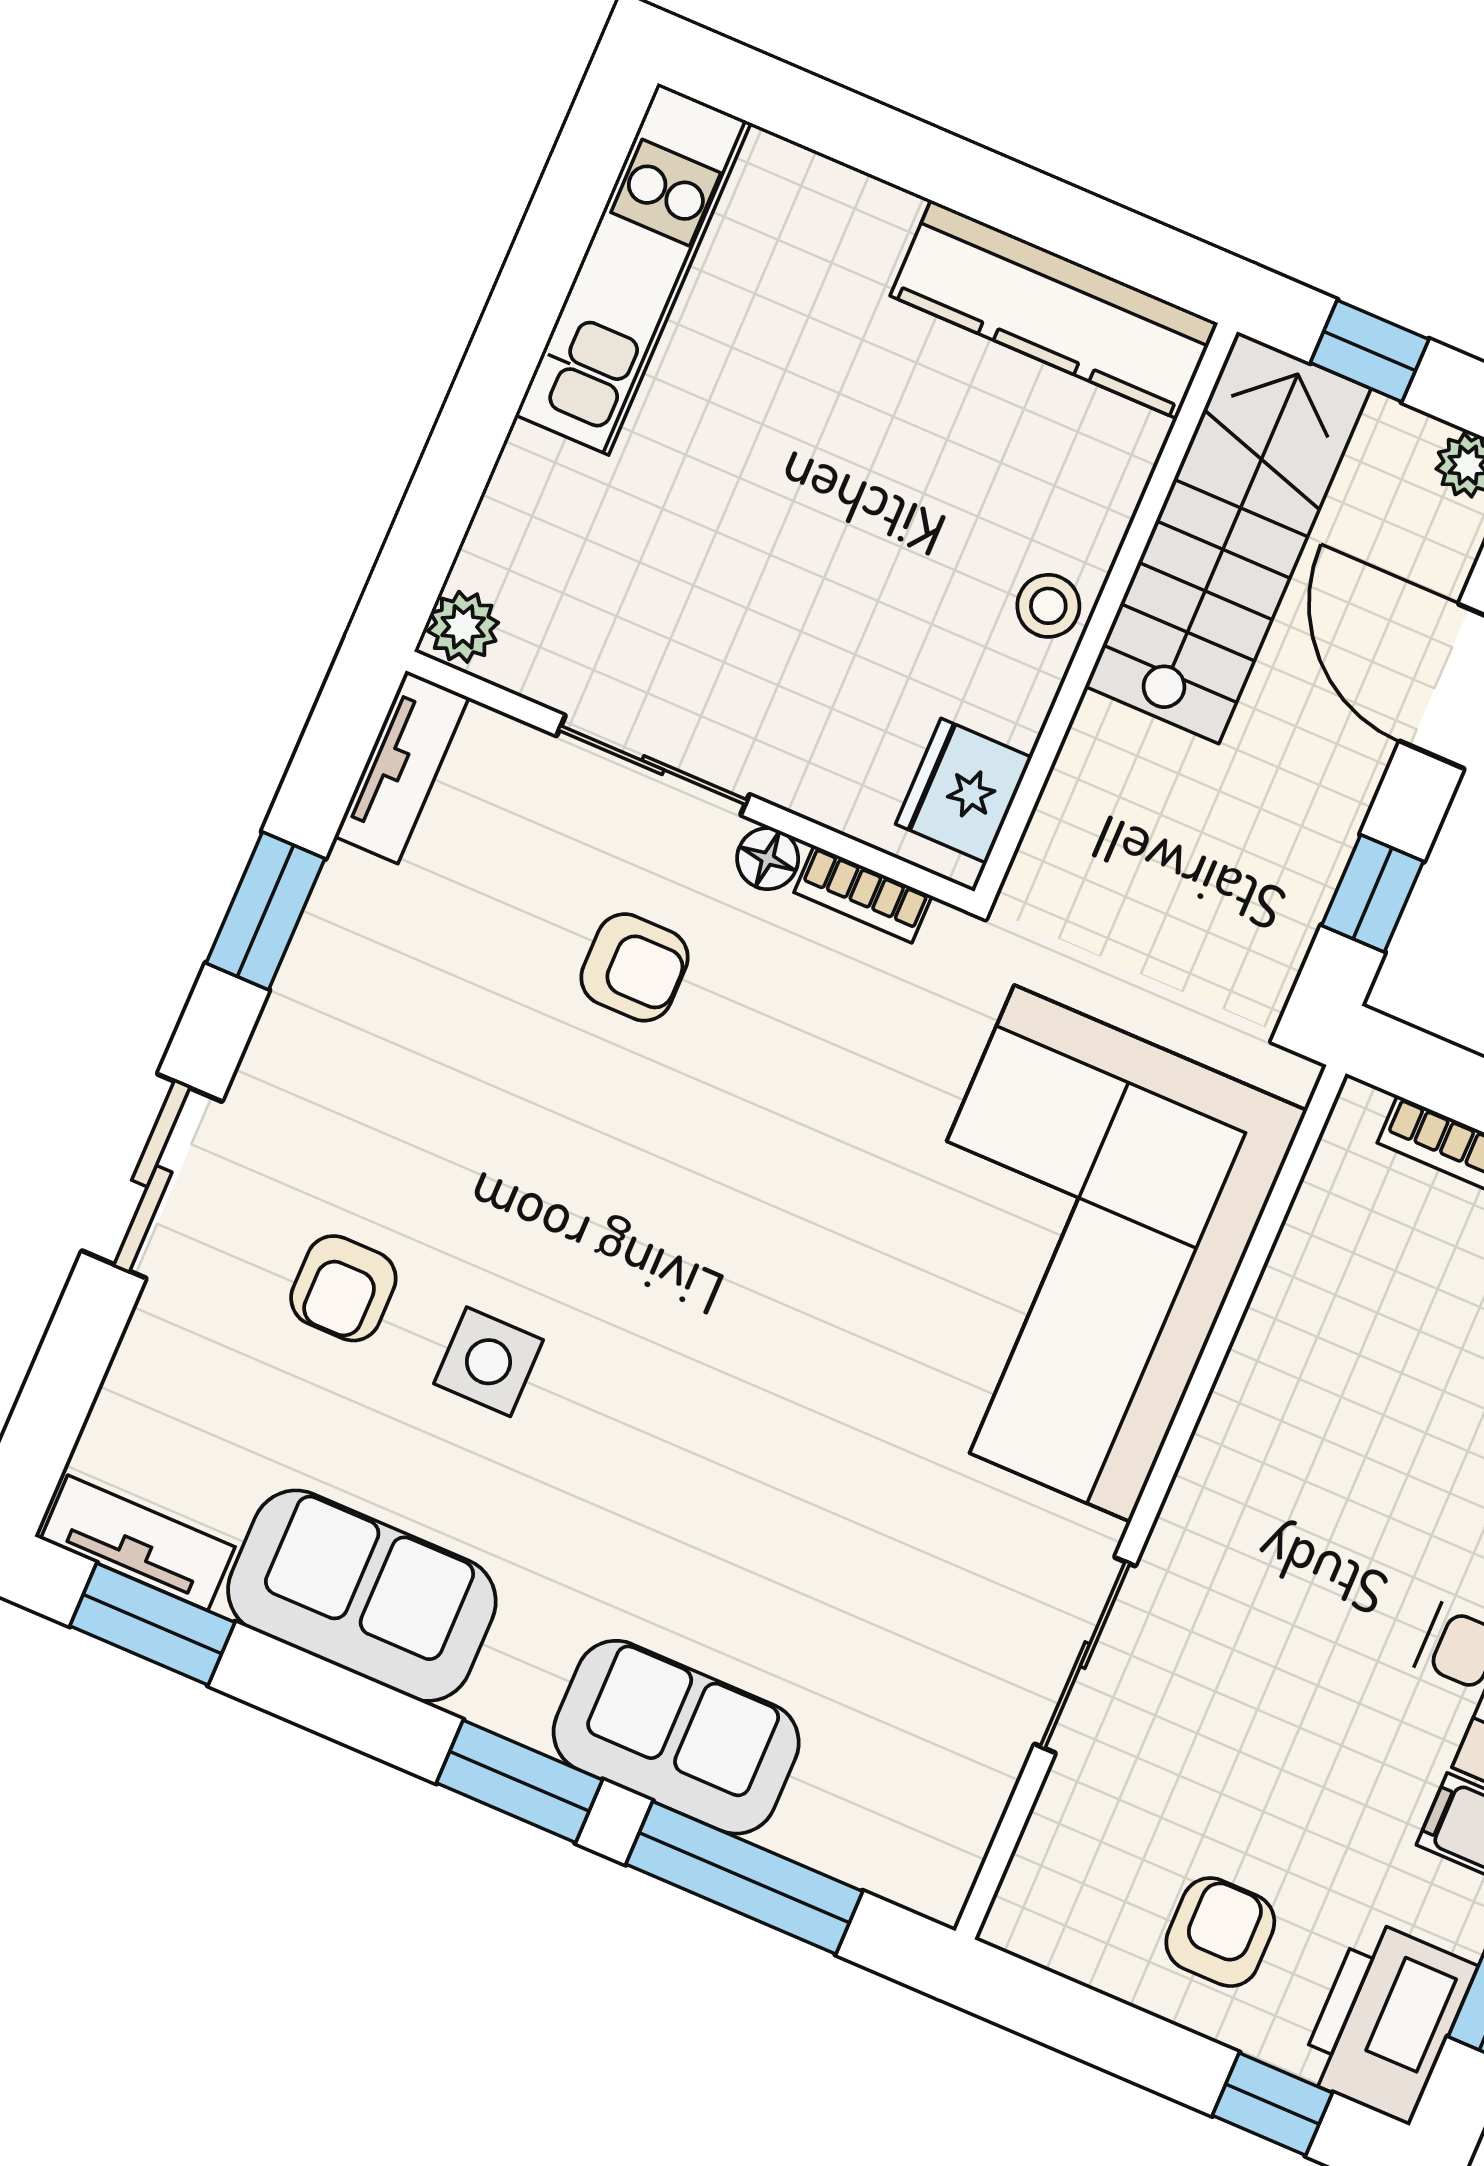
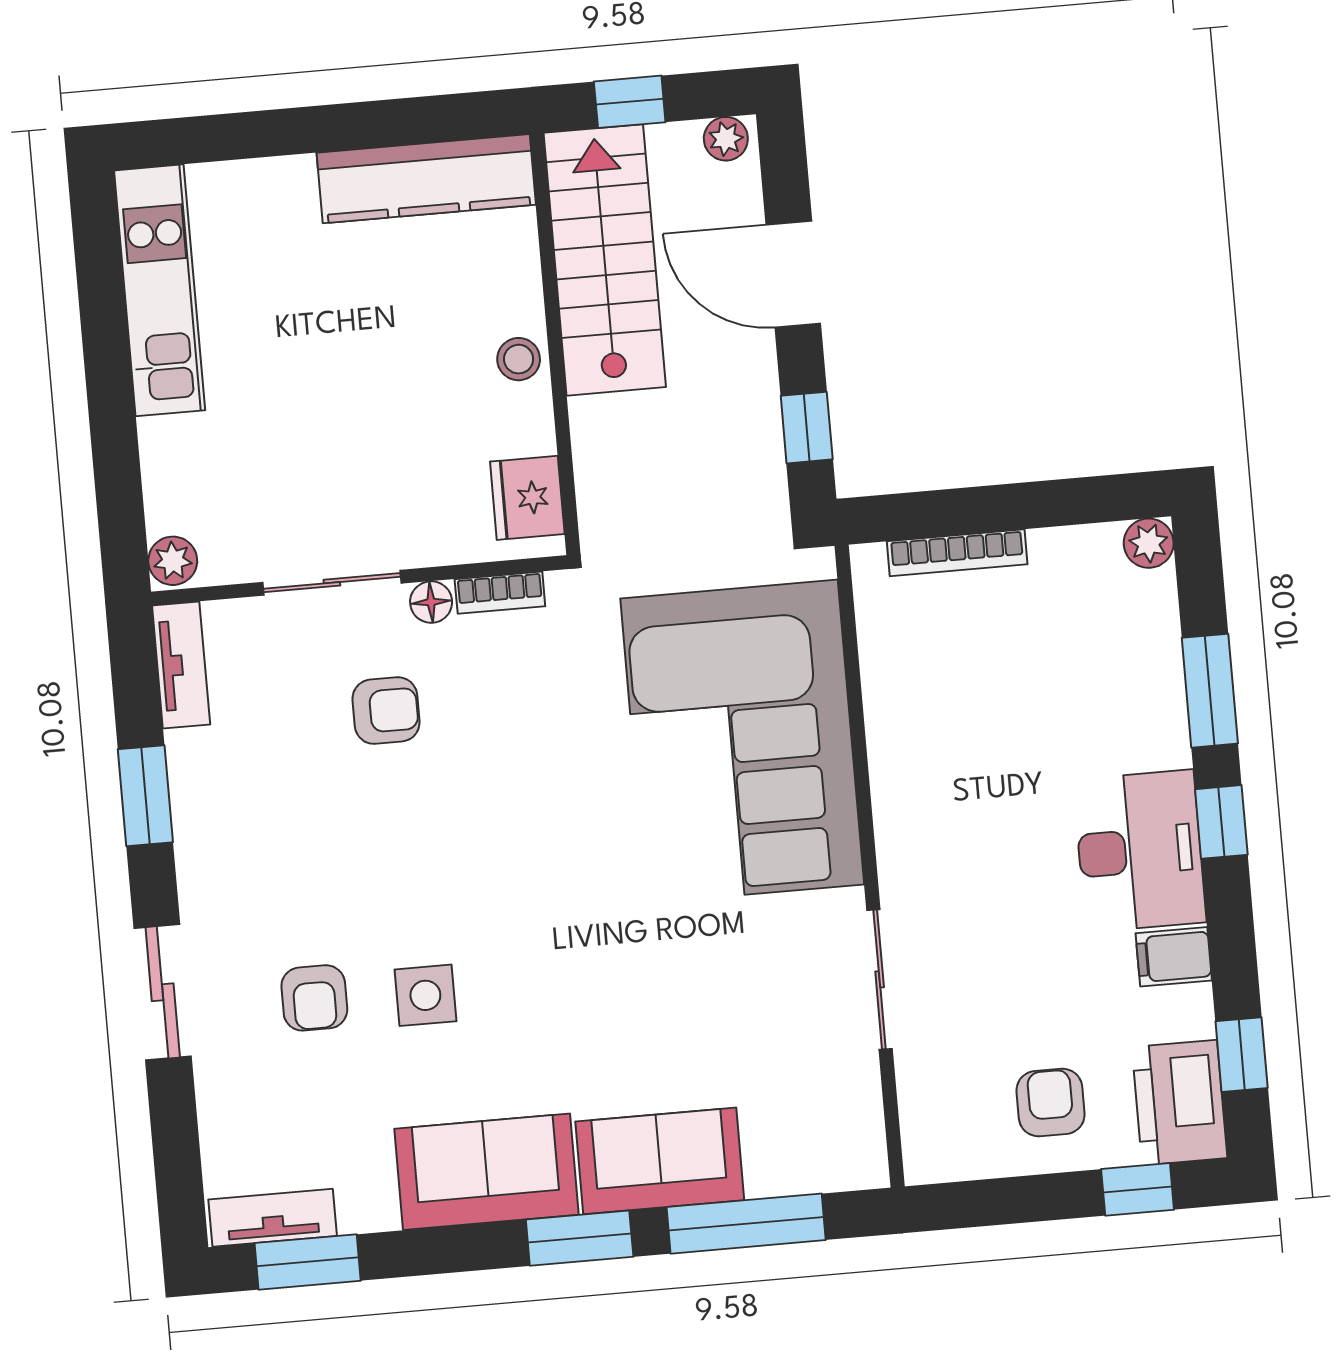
sofa: (362, 1596) -> (487, 1172), moved

